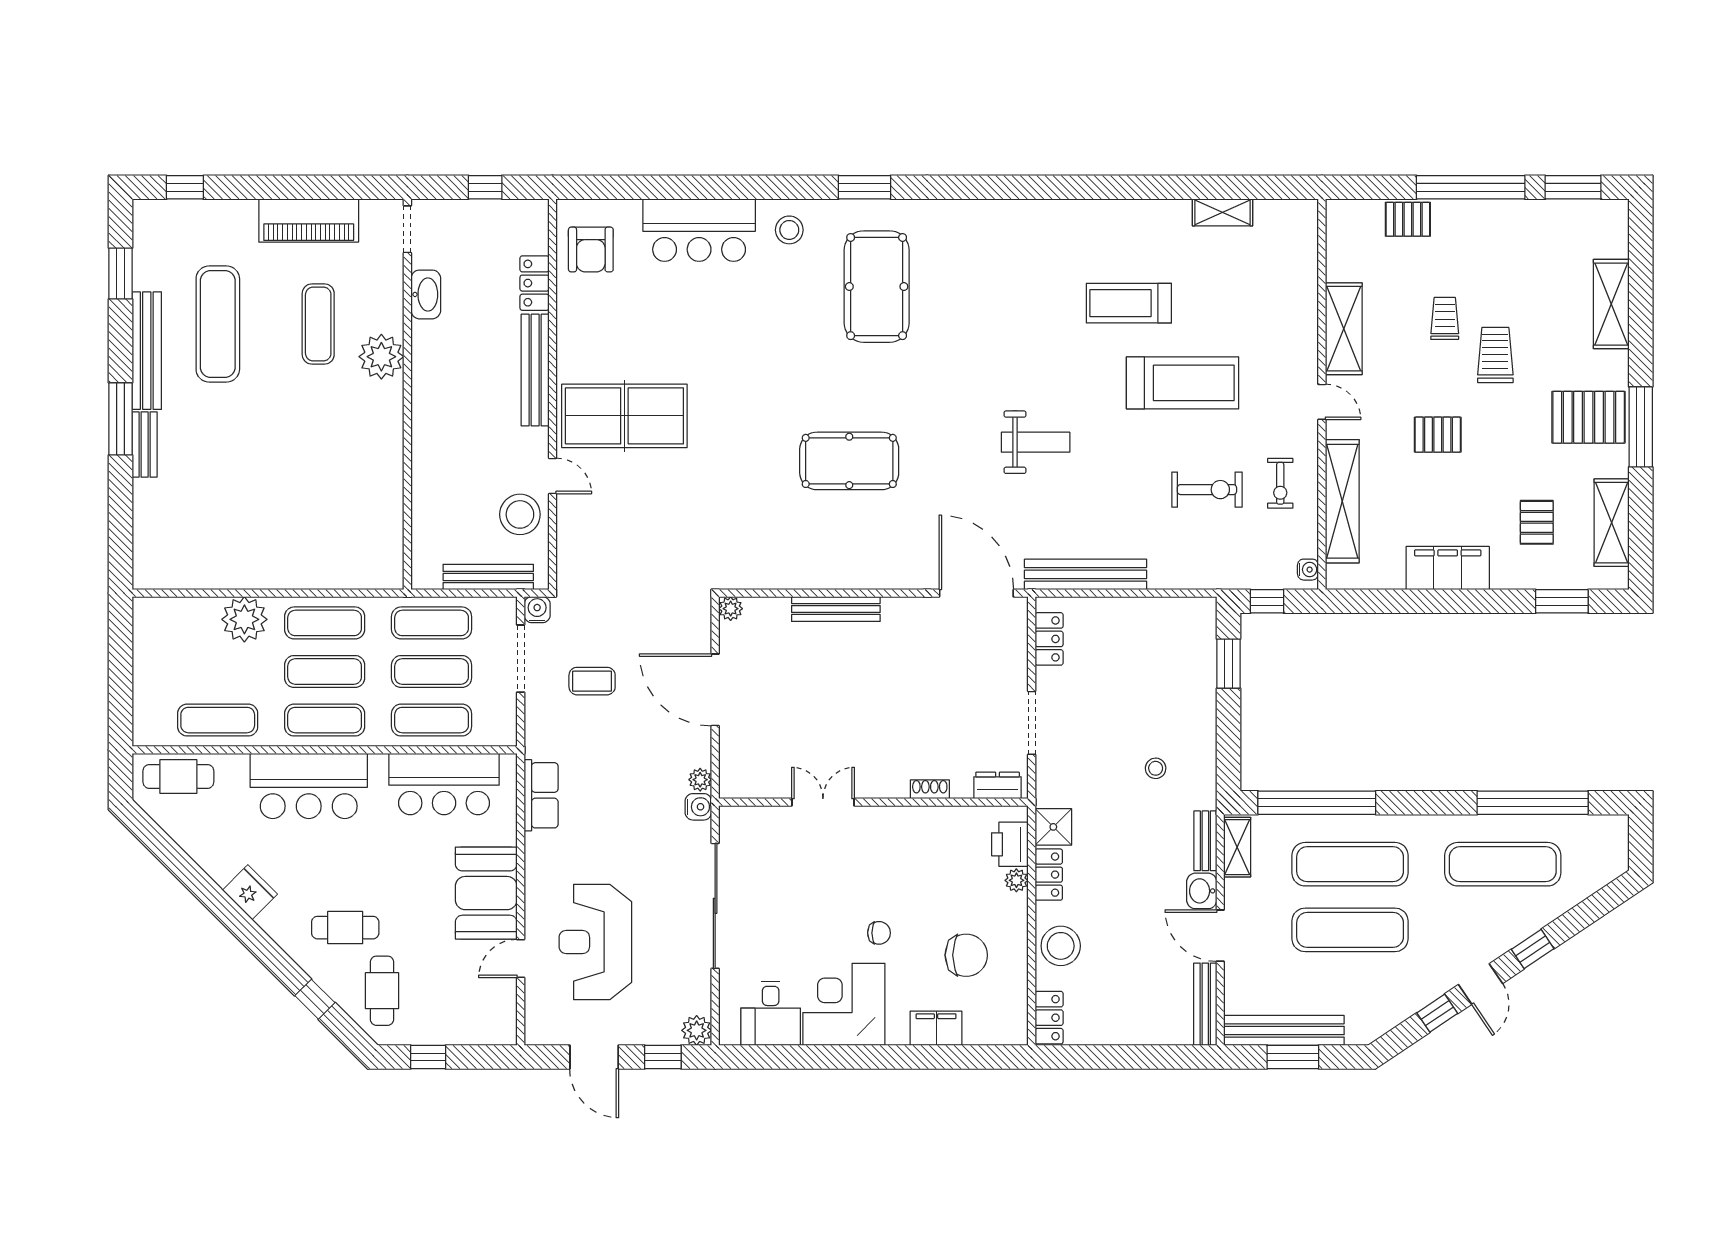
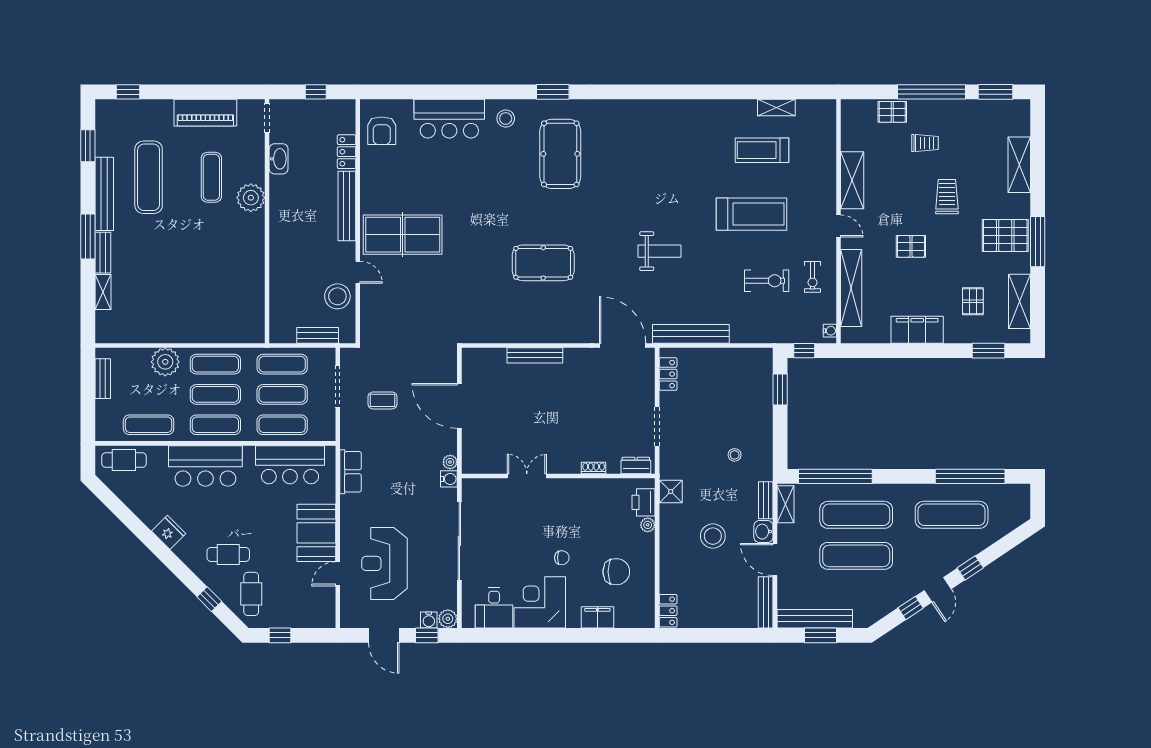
treadmill: (1129, 303) -> (762, 150), moved
trolley: (1445, 318) -> (925, 143), moved, turned 90
shelving: (145, 508) -> (103, 292), added
bench: (488, 577) -> (318, 335), width x0.73
plant: (731, 609) -> (469, 355), removed
water cooler: (537, 610) -> (429, 620), moved, turned 180
bench: (144, 646) -> (103, 379), added
locker: (1049, 875) -> (668, 521), removed
stool: (1061, 946) -> (713, 536), moved

